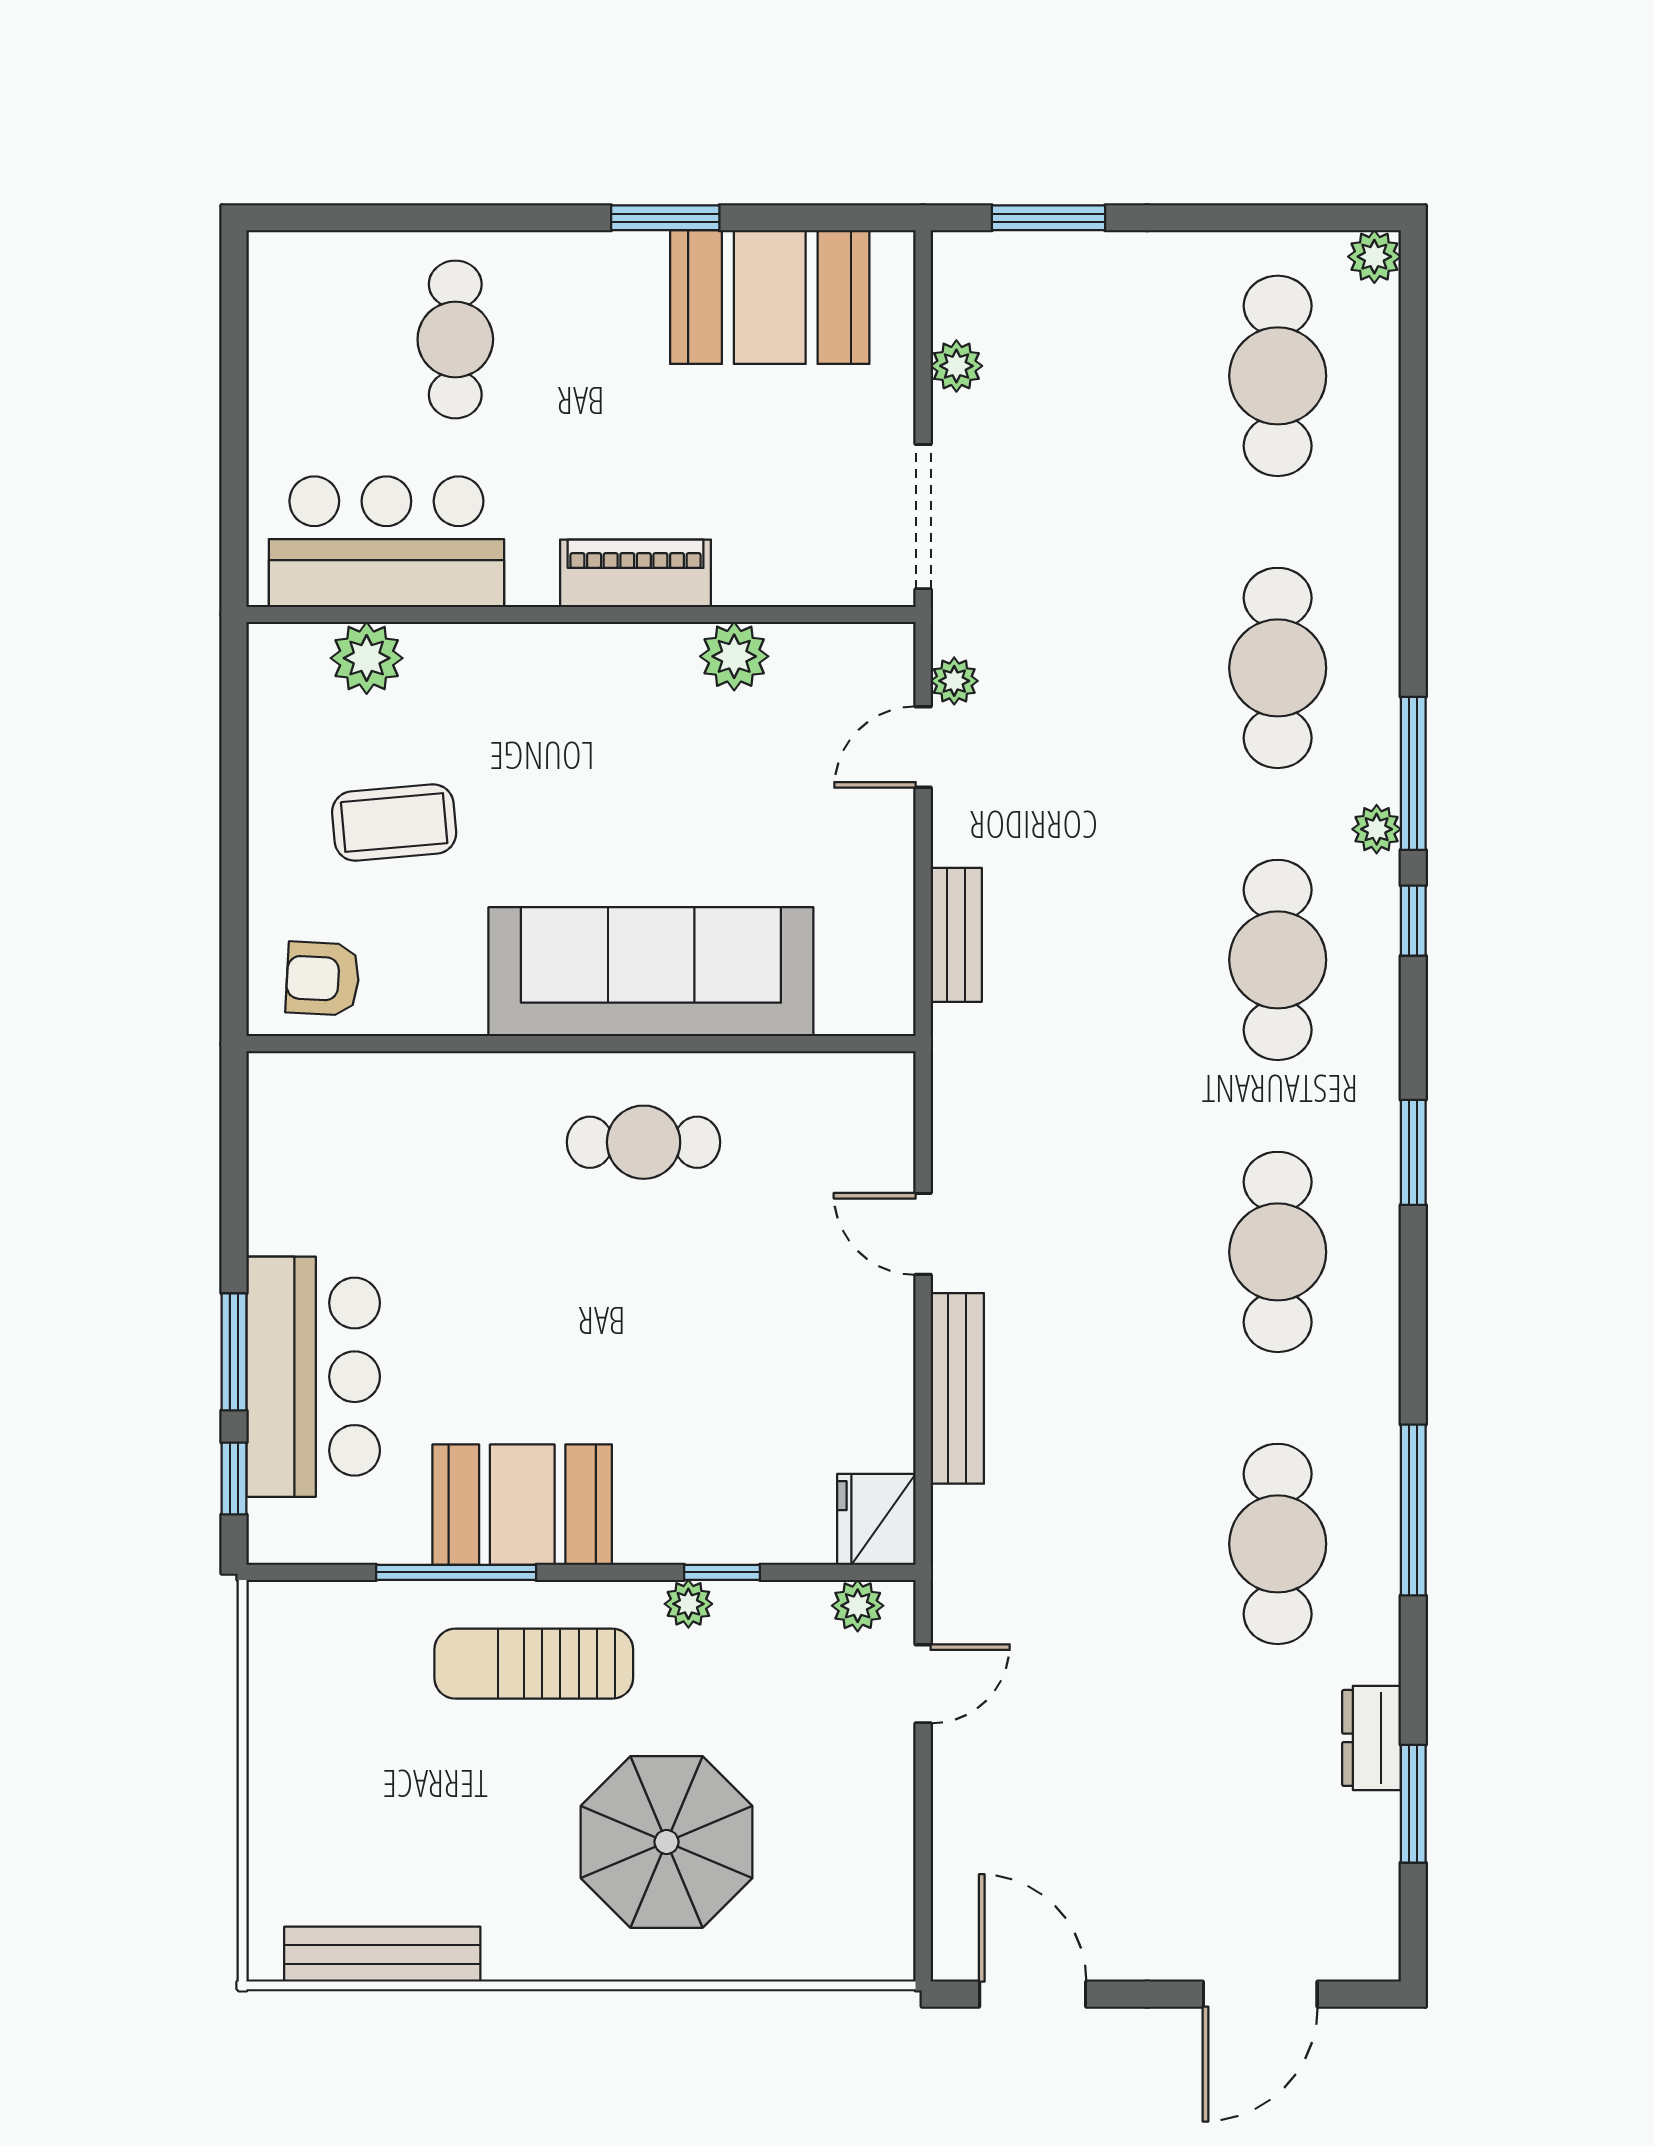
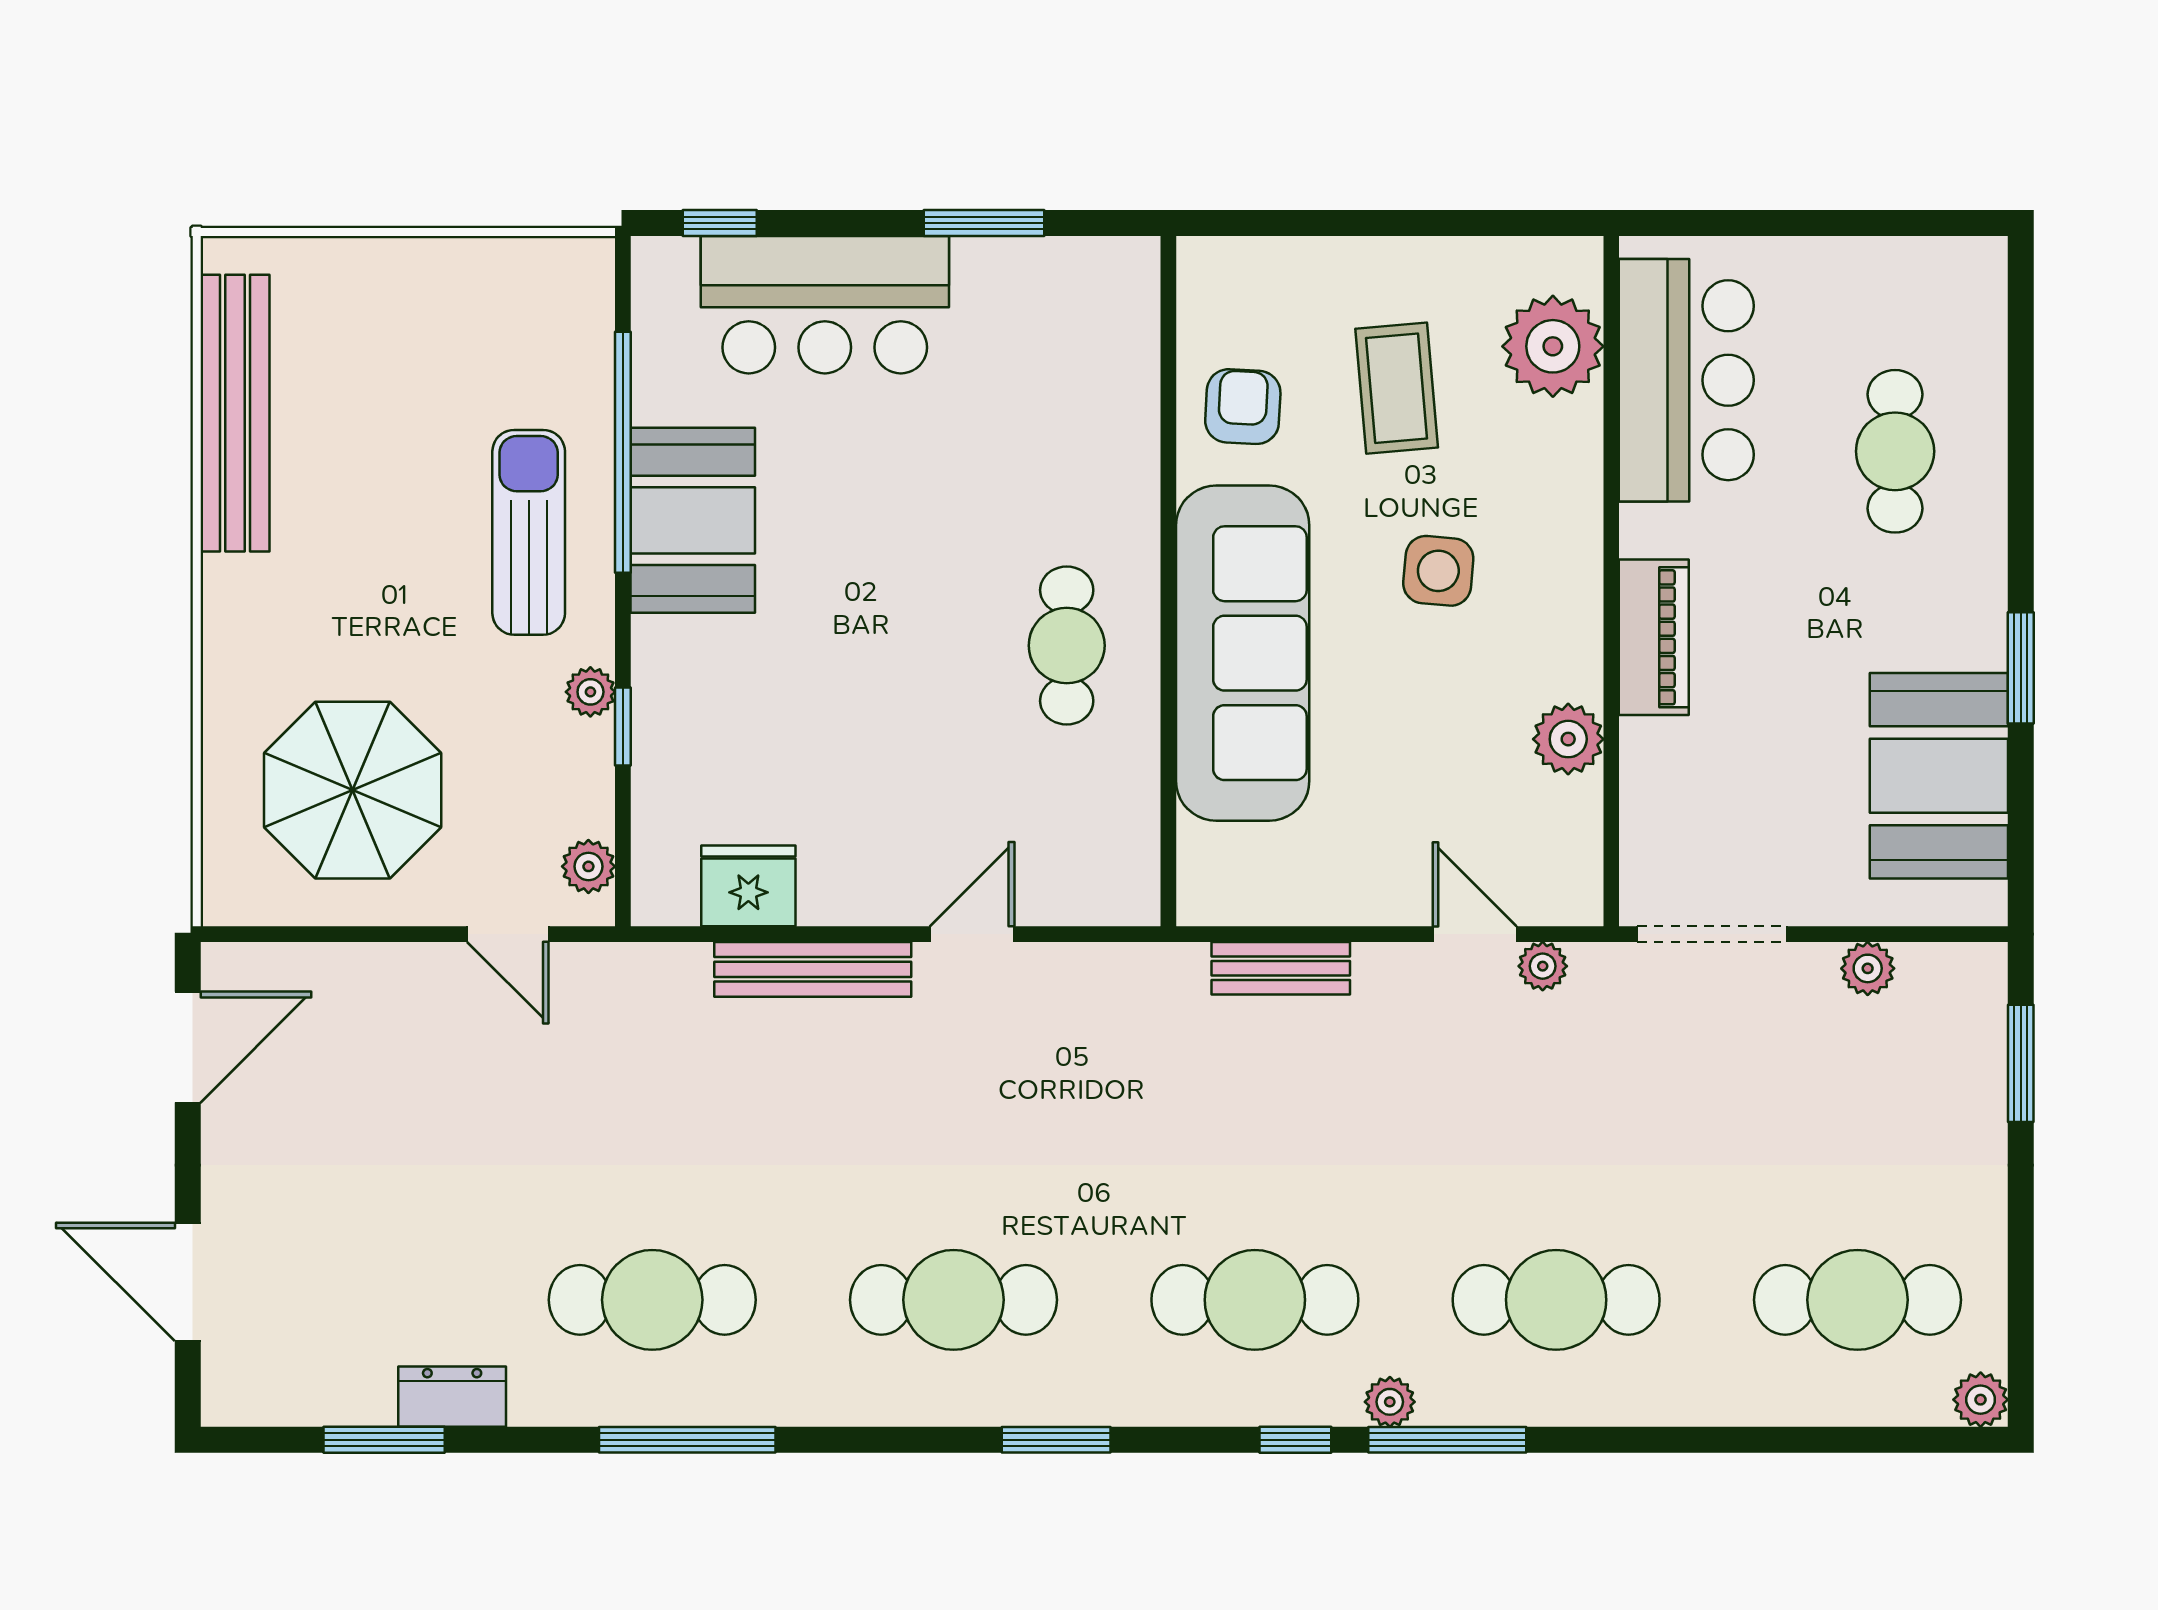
cafe table: (455, 339) -> (1895, 451), turned 90
plant: (367, 658) -> (1553, 346), width x1.36, depth x1.36
side table: (571, 782) -> (1438, 571), added
armchair: (323, 979) -> (1243, 407), moved
window: (234, 1352) -> (984, 223), moved
fridge: (876, 1519) -> (748, 886), moved
window: (456, 1572) -> (623, 452), width x1.46
parasol: (667, 1842) -> (353, 790), moved
bench: (382, 1954) -> (235, 413), width x1.37, depth x1.21

